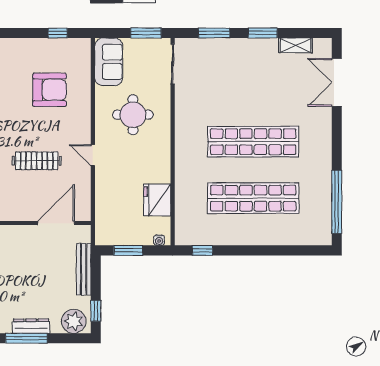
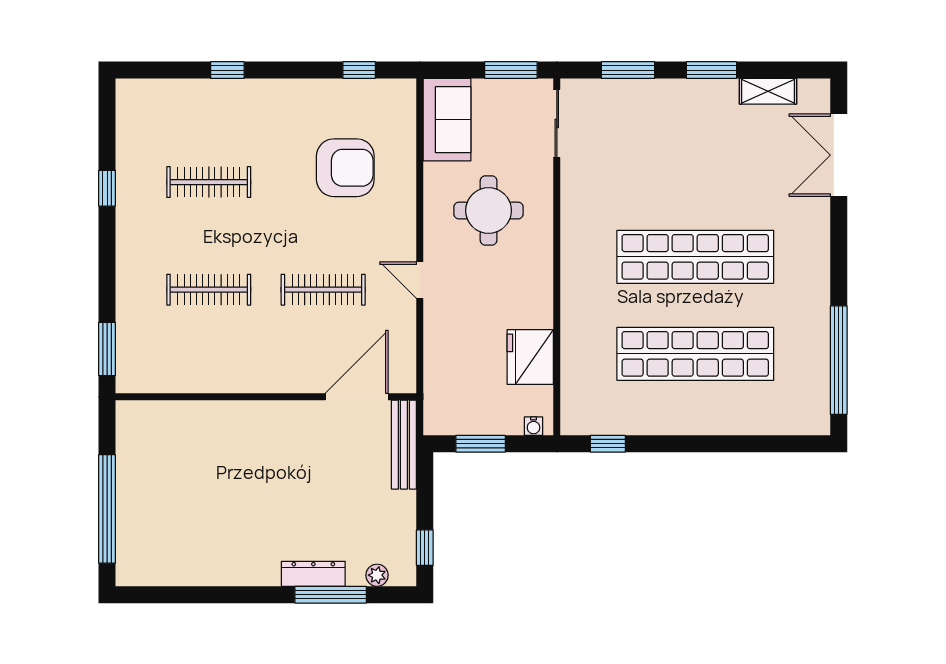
bench: (84, 269) -> (404, 445), moved
plant: (74, 321) -> (377, 575), width x0.53, depth x0.53
window: (26, 338) -> (331, 595), moved

